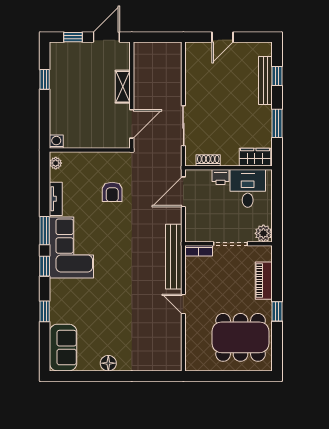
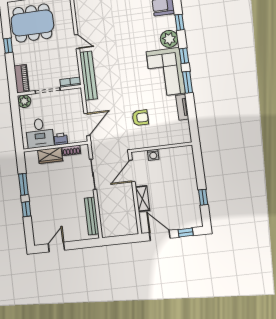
door: (106, 37) -> (160, 235), swing flipped
door: (222, 37) -> (56, 247), moved
window: (277, 76) -> (26, 209), moved
bench: (265, 81) -> (92, 216), moved
washing machine: (56, 142) -> (153, 155), moved
wardrobe: (255, 157) -> (50, 155), moved
plant: (56, 163) -> (169, 39), moved, width x1.87, depth x1.87
armchair: (112, 192) -> (140, 118), turned 90
piano: (264, 281) -> (22, 79), moved

